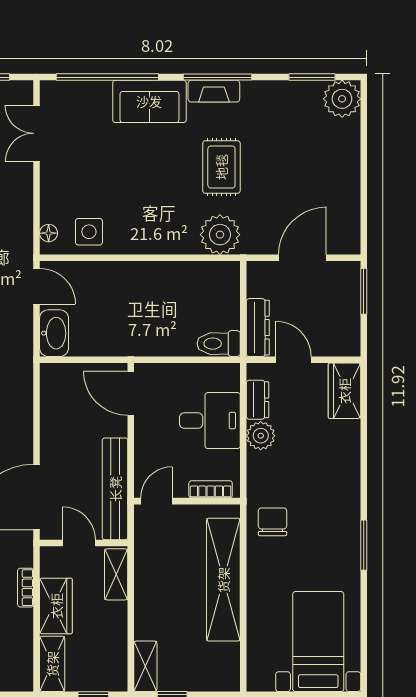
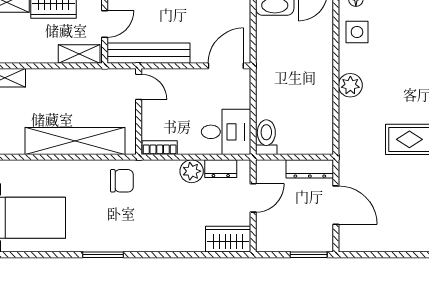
plant: (220, 235) -> (350, 85), moved, width x0.73, depth x0.73
dresser: (258, 328) -> (310, 169), moved
desk: (210, 421) -> (226, 132), moved, turned -90
bookcase: (211, 489) -> (160, 148), moved, turned -90

